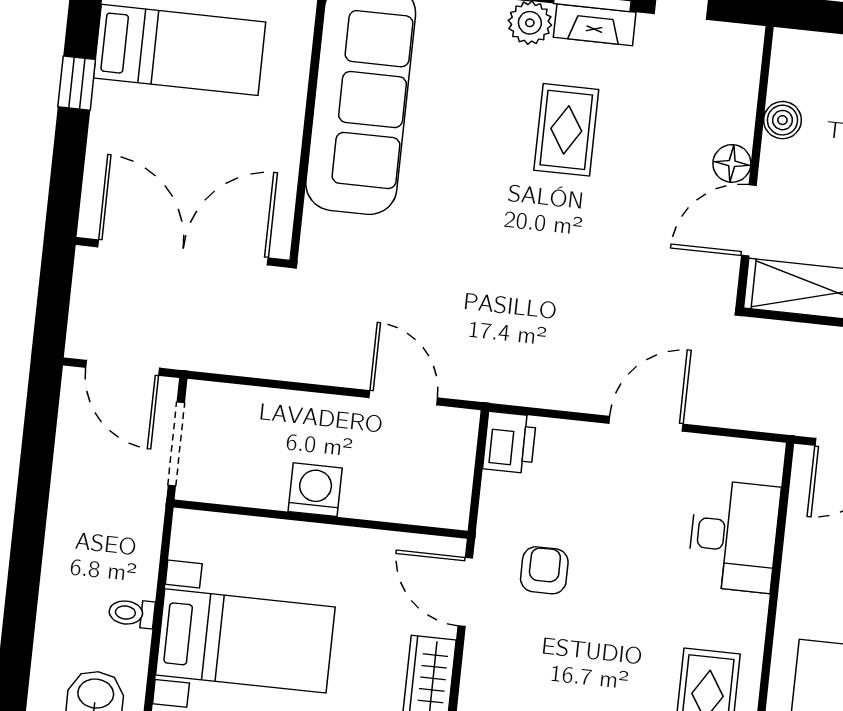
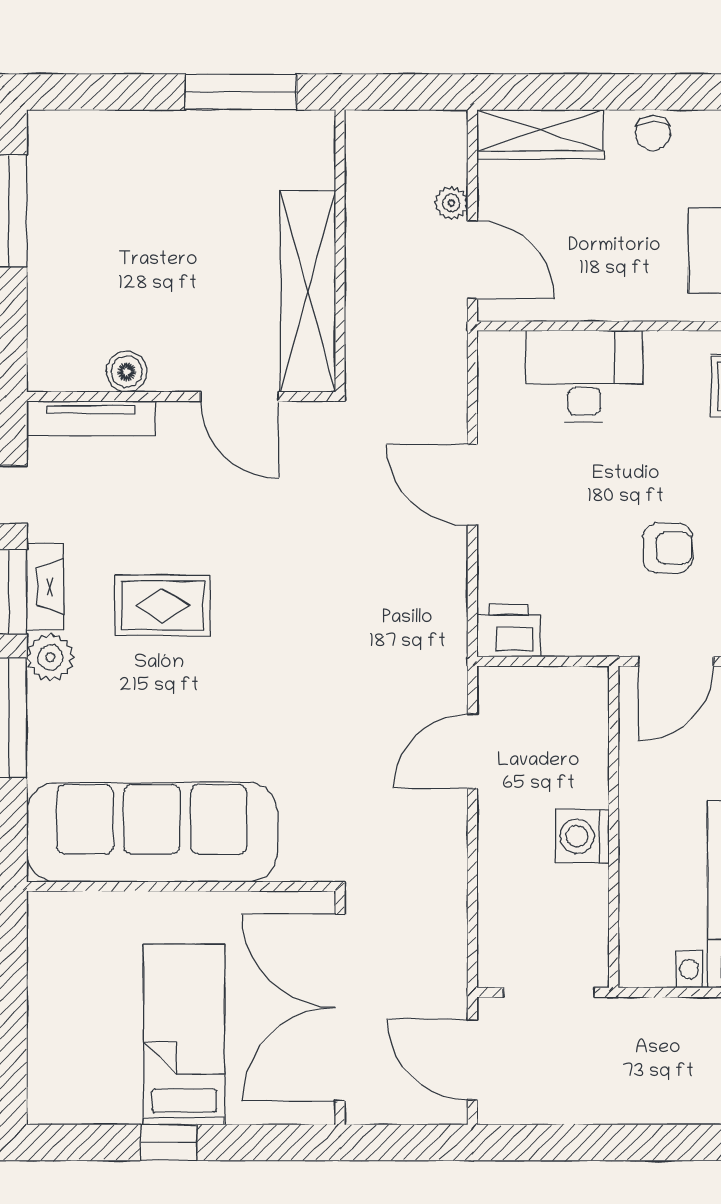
bed: (180, 50) -> (184, 1035), moved
tv unit: (743, 83) -> (91, 418), added
floor lamp: (732, 163) -> (180, 422), removed
door: (123, 368) -> (472, 1060), swing flipped
armchair: (544, 570) -> (668, 548), moved, turned 180

